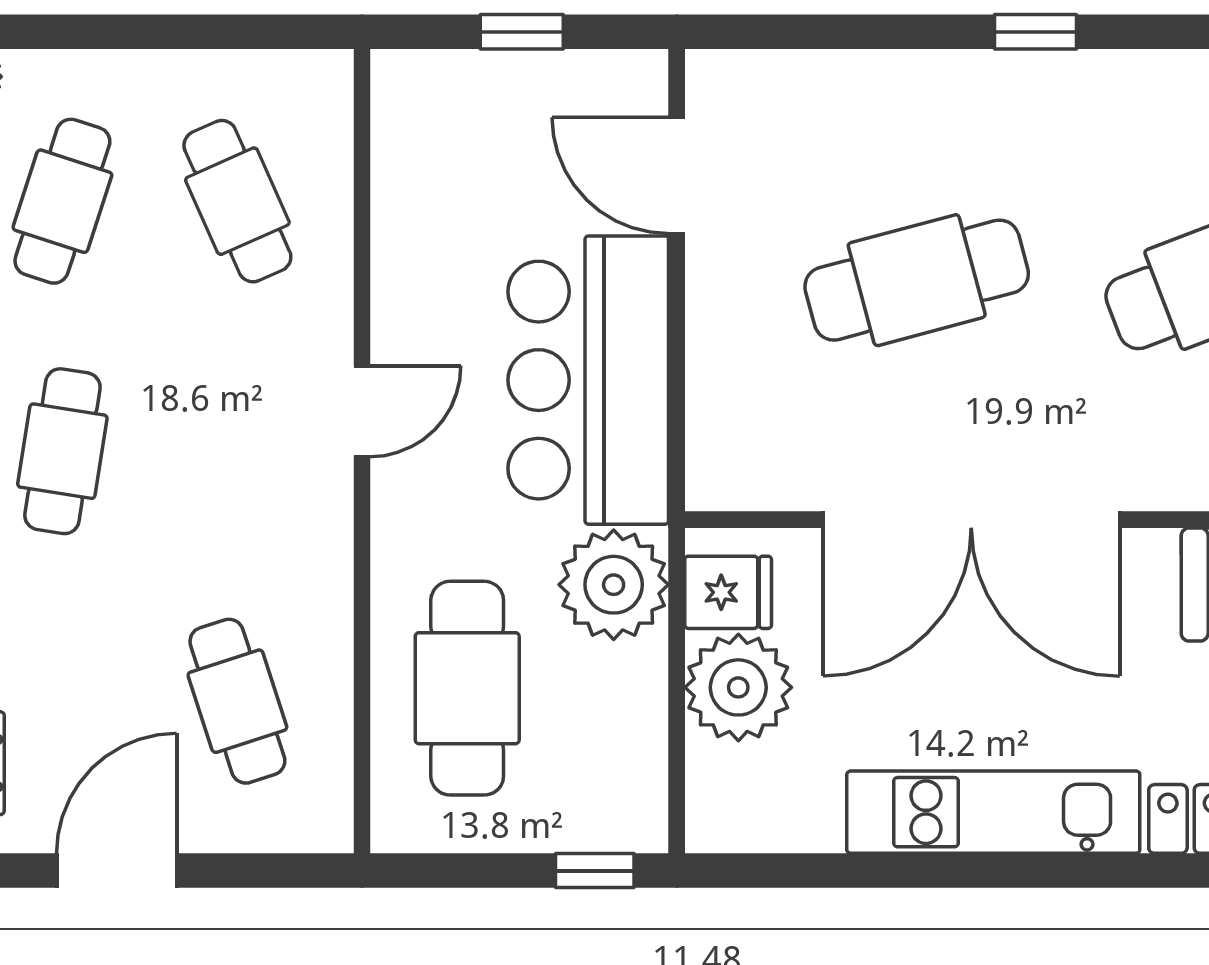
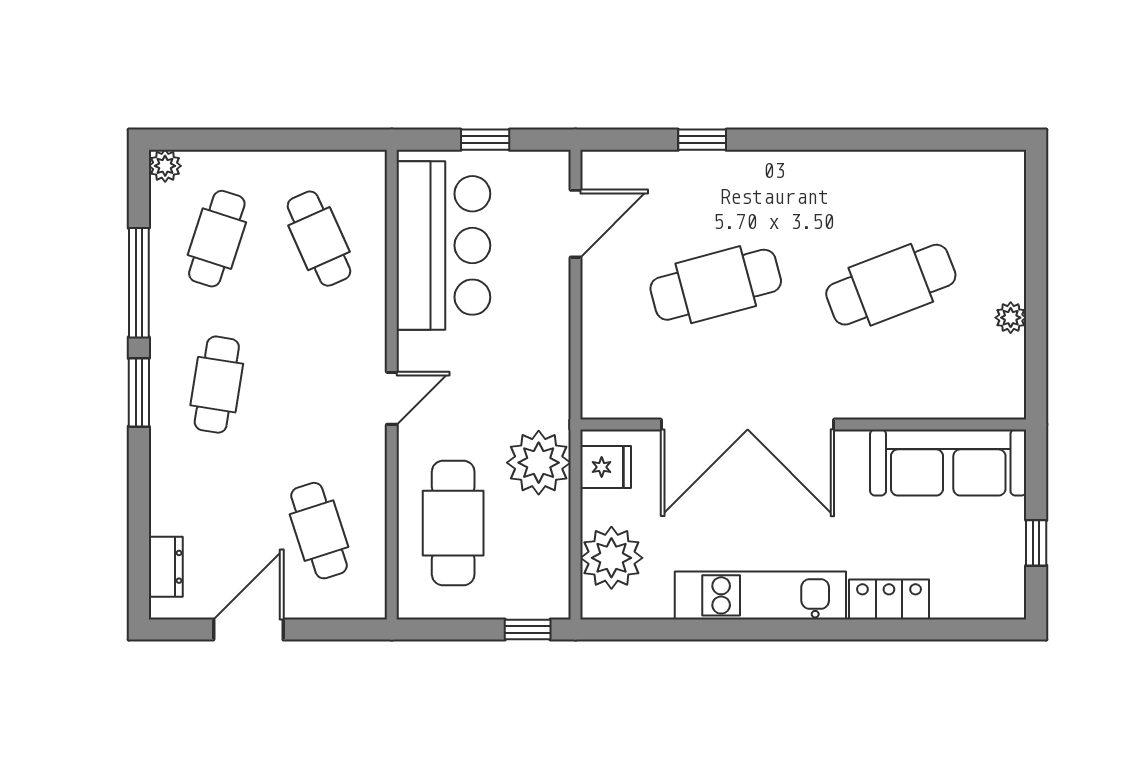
window: (1036, 32) -> (702, 140), moved
door: (677, 175) -> (576, 224), swing flipped
bar counter: (588, 380) -> (443, 245), moved, turned 180
door: (362, 411) -> (392, 398), moved
plant: (738, 687) -> (611, 558), moved

